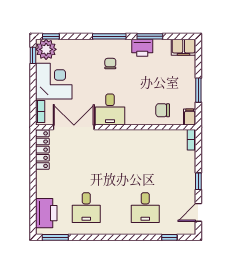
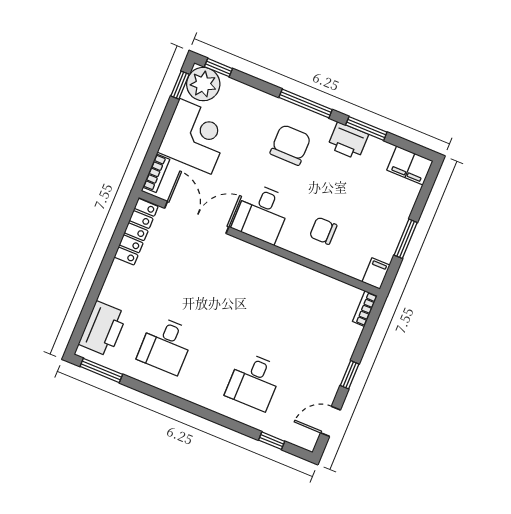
chair: (110, 64) -> (290, 145), width x1.87, depth x1.87
chair: (163, 110) -> (323, 231), moved

